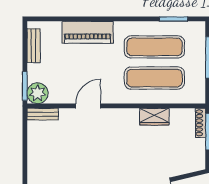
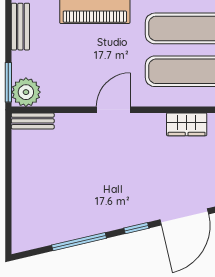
door: (88, 106) -> (113, 110), moved

